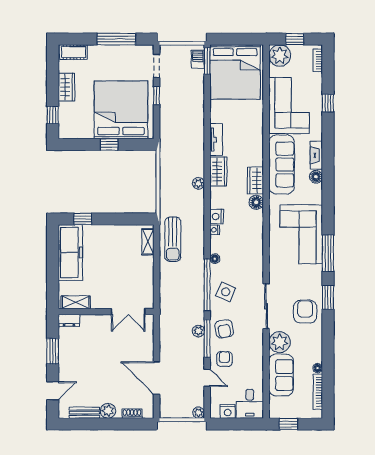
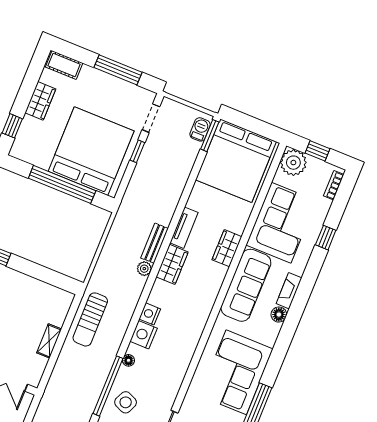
window: (109, 144) -> (62, 184), width x3.17
bench: (198, 161) -> (155, 243), added
wardrobe: (255, 180) -> (227, 248), moved
floor lamp: (256, 202) -> (200, 316), removed
nightstand: (215, 230) -> (144, 335), width x1.89, depth x1.79
shelving: (148, 242) -> (49, 341), moved

